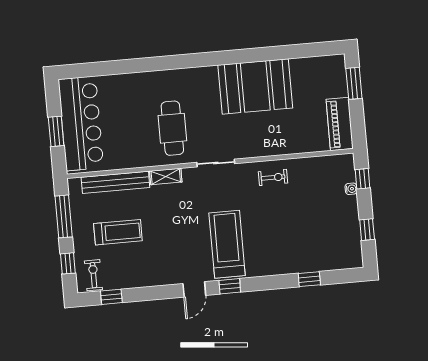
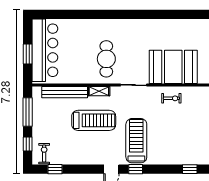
booth: (255, 86) -> (173, 67), moved
treadmill: (118, 232) -> (94, 120), moved, width x1.37, depth x1.38

